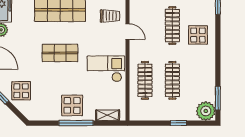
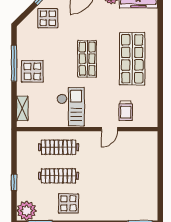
clothes rail: (172, 26) -> (116, 176), removed
display table: (198, 35) -> (68, 203), moved
window: (76, 123) -> (14, 63), moved

